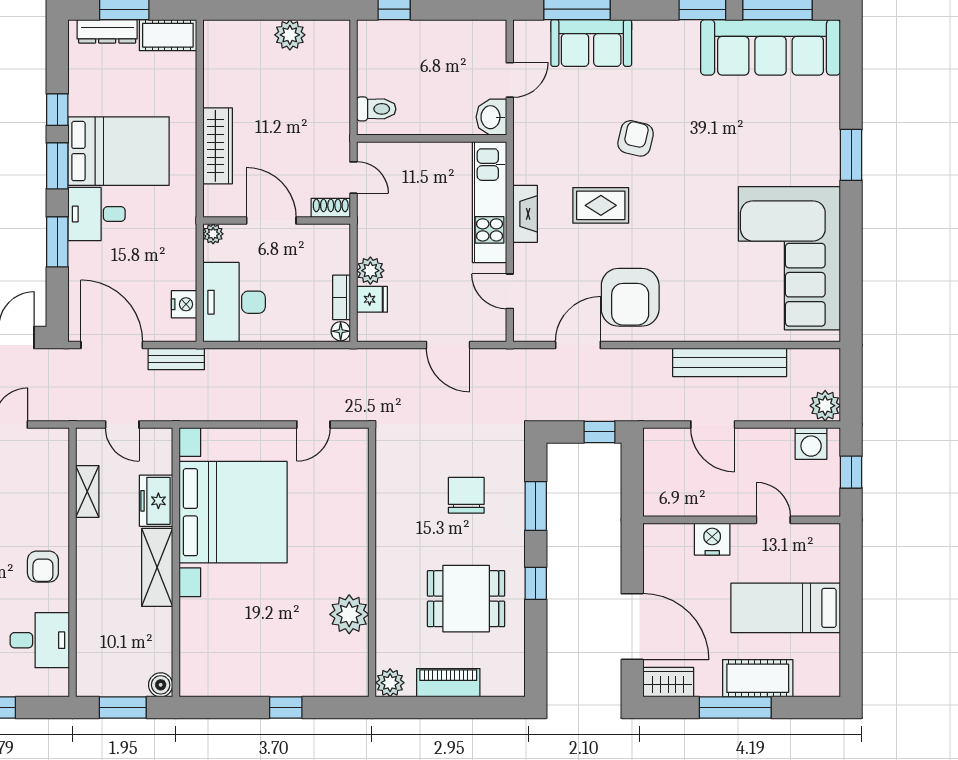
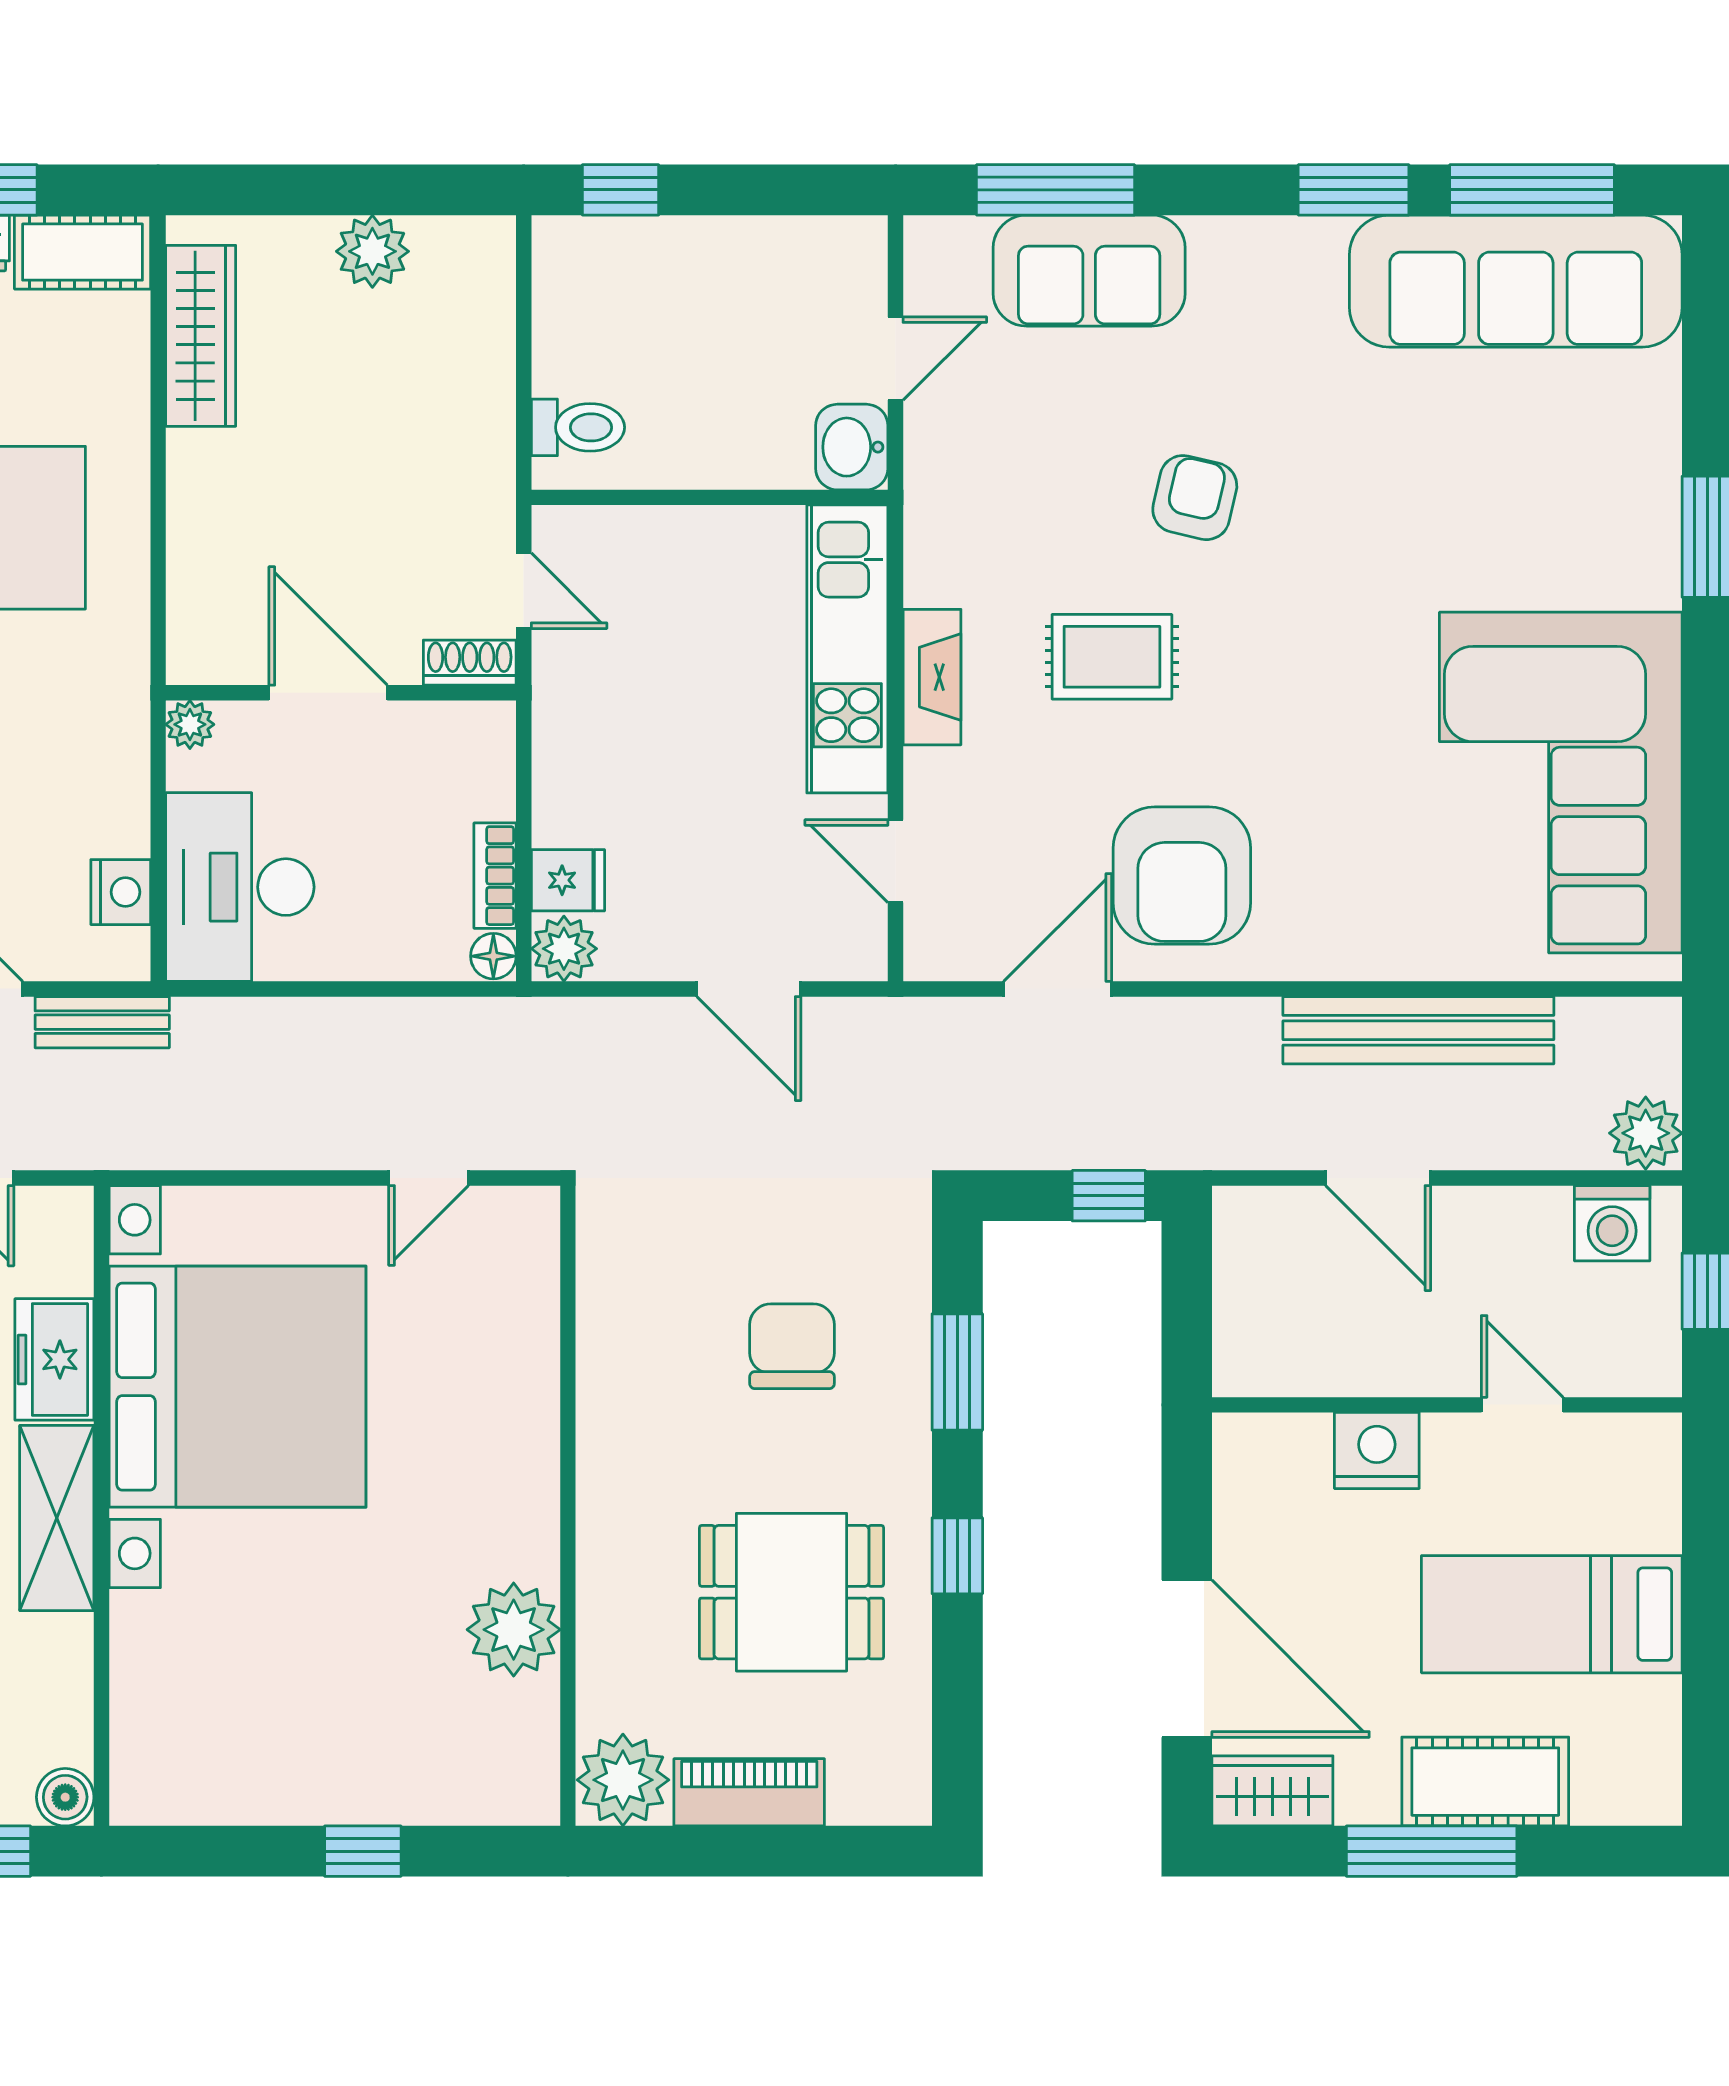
wardrobe: (218, 146) -> (201, 336), moved
plant: (370, 271) -> (564, 949), moved
plant: (390, 683) -> (623, 1780), width x1.36, depth x1.36

